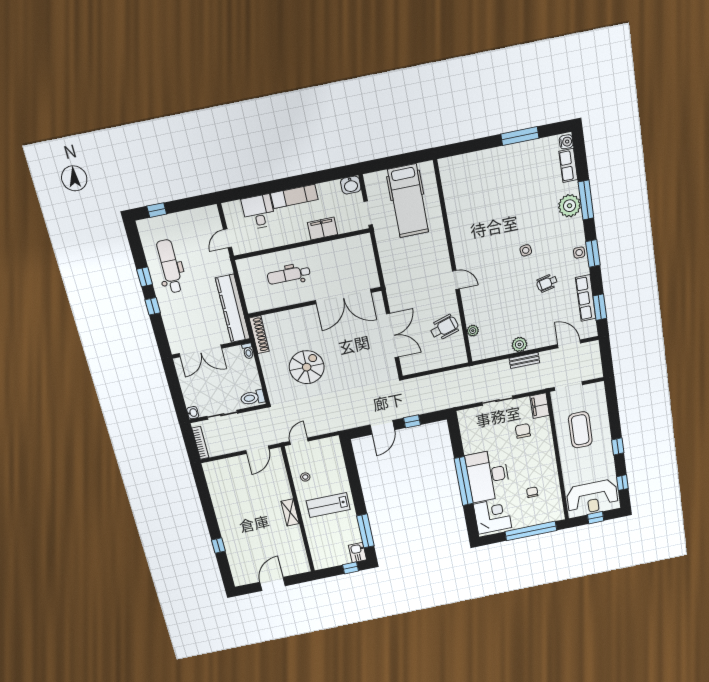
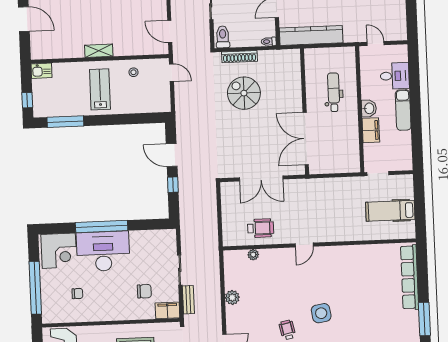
row of seats: (476, 160) -> (410, 277), added
washbasin: (351, 185) -> (369, 108), moved, turned 180
hospital bed: (408, 201) -> (390, 211), width x0.73, depth x0.78
side table: (526, 250) -> (321, 313), width x1.87, depth x1.87
wheelchair: (444, 328) -> (261, 228), turned -73
shoe rack: (259, 335) -> (239, 57), moved
bench: (524, 360) -> (188, 300), moved
spiral stairs: (307, 367) -> (244, 93), turned 180
kitchen sink: (357, 552) -> (41, 71), moved, turned 180

